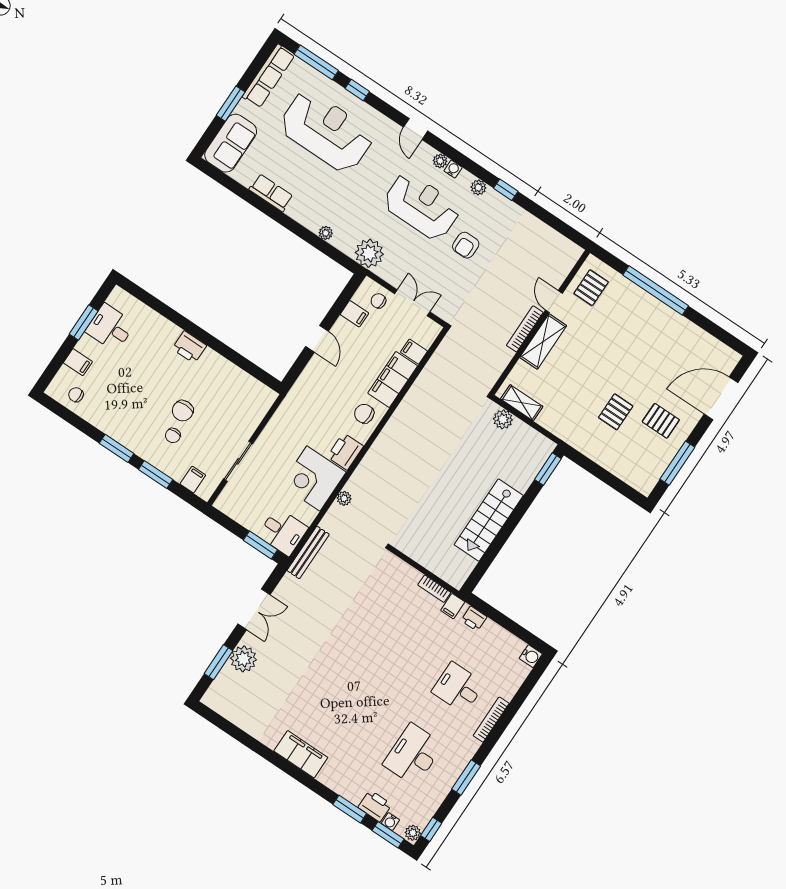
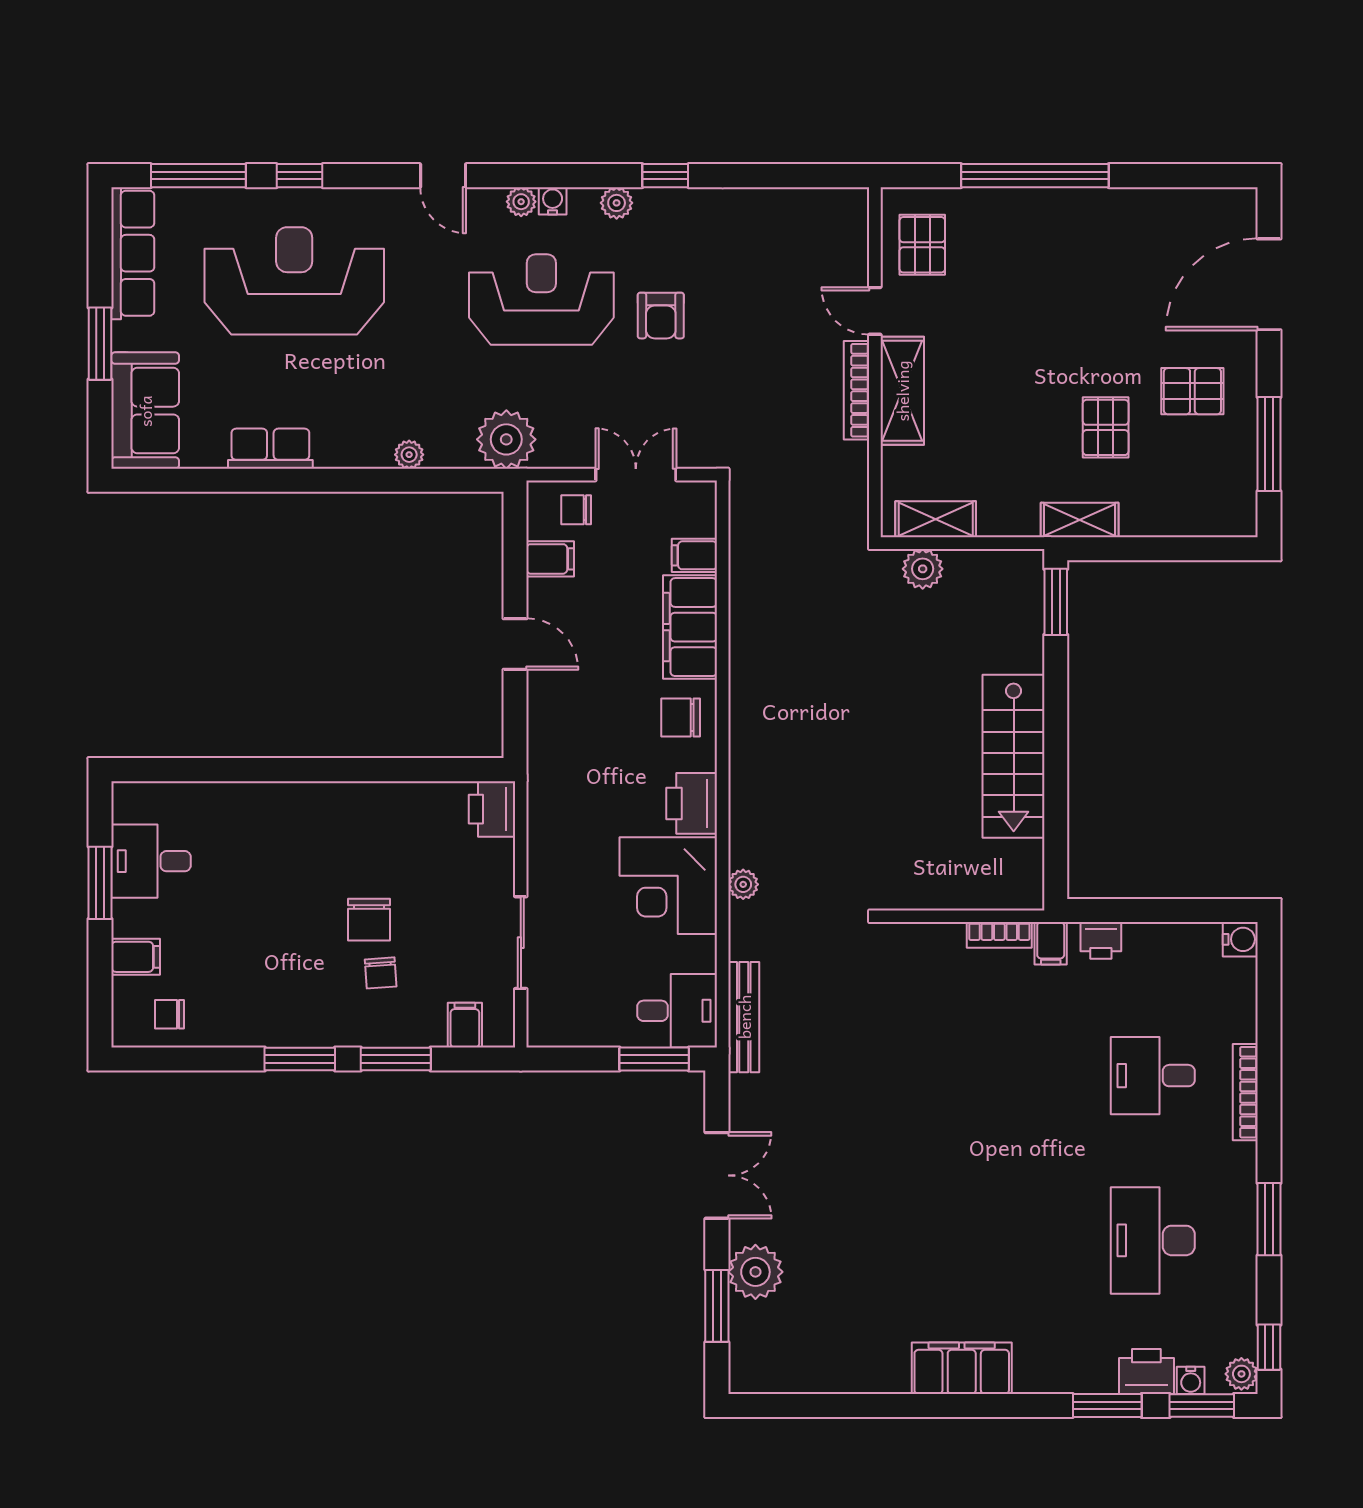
printer: (189, 347) -> (492, 809), moved, turned 90
shelving: (580, 442) -> (1080, 520), added

